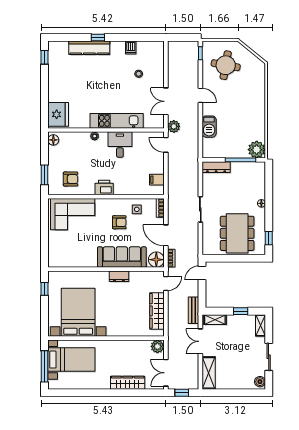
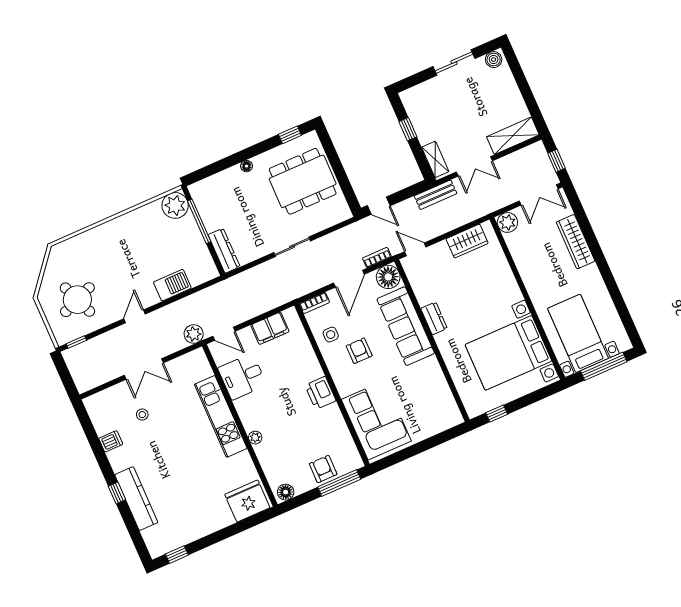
round table: (226, 65) -> (77, 300), turned -32
double door: (166, 101) -> (144, 369), moved
desk: (120, 145) -> (242, 377), moved
door: (166, 145) -> (224, 334), hinge flipped
window: (45, 175) -> (339, 483), width x1.44
armchair: (71, 179) -> (323, 469), moved
filing cabinet: (157, 180) -> (270, 328), width x2.00
wardrobe: (157, 311) -> (467, 241), width x0.67
shelving: (260, 325) -> (416, 93), removed

